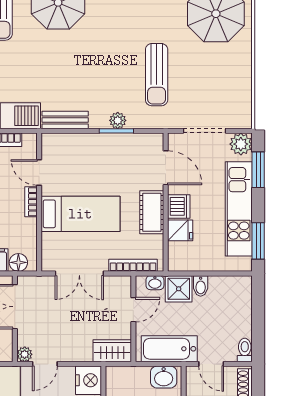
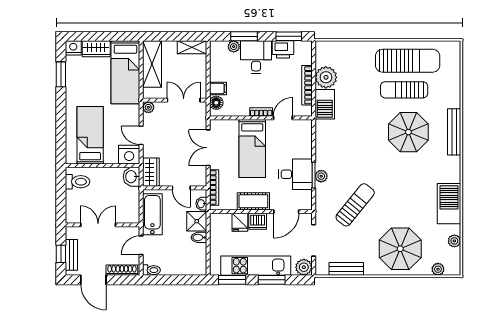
sun lounger: (157, 75) -> (355, 205), turned 129
bench: (65, 120) -> (346, 269), moved, turned 90
desk: (115, 155) -> (295, 174), added
window: (258, 170) -> (272, 280), moved
door: (45, 364) -> (141, 135), moved
washbasin: (164, 377) -> (131, 177), moved

